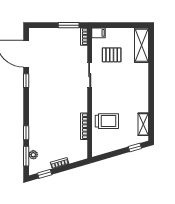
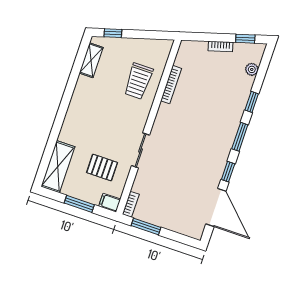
window: (119, 25) -> (79, 204), added
trolley: (107, 121) -> (138, 81), turned -90
window: (26, 156) -> (240, 137), moved

